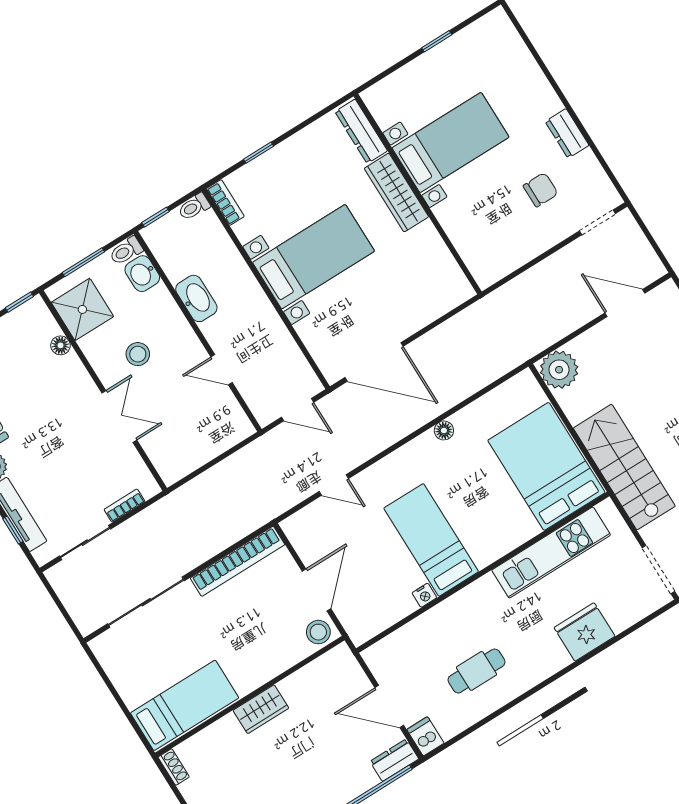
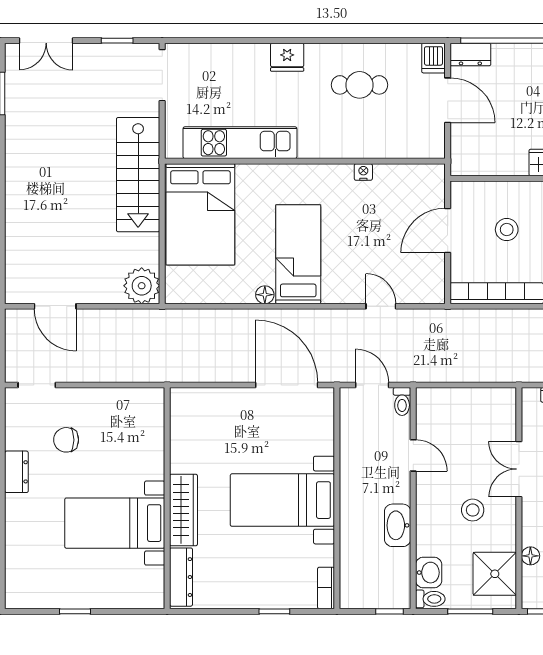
toilet: (194, 207) -> (402, 402), moved, turned 90
bed: (431, 540) -> (298, 254), moved, turned 180
stool: (318, 632) -> (507, 230), moved
fridge: (584, 632) -> (287, 57), moved, width x0.73, depth x0.75

